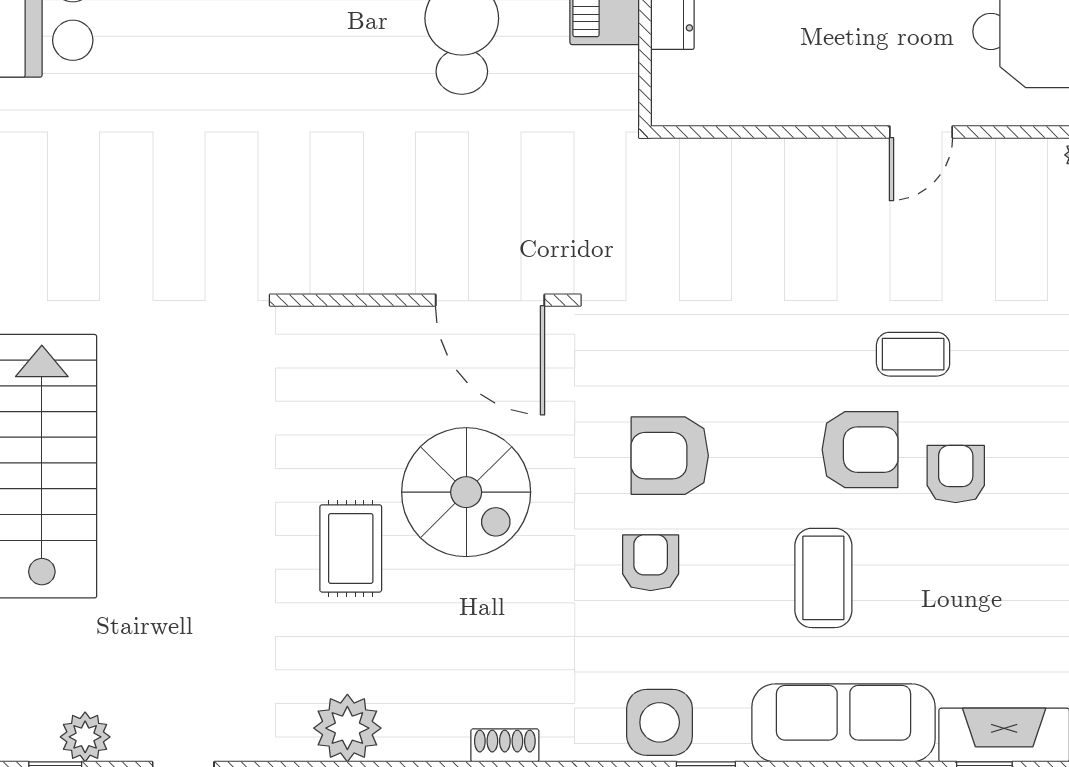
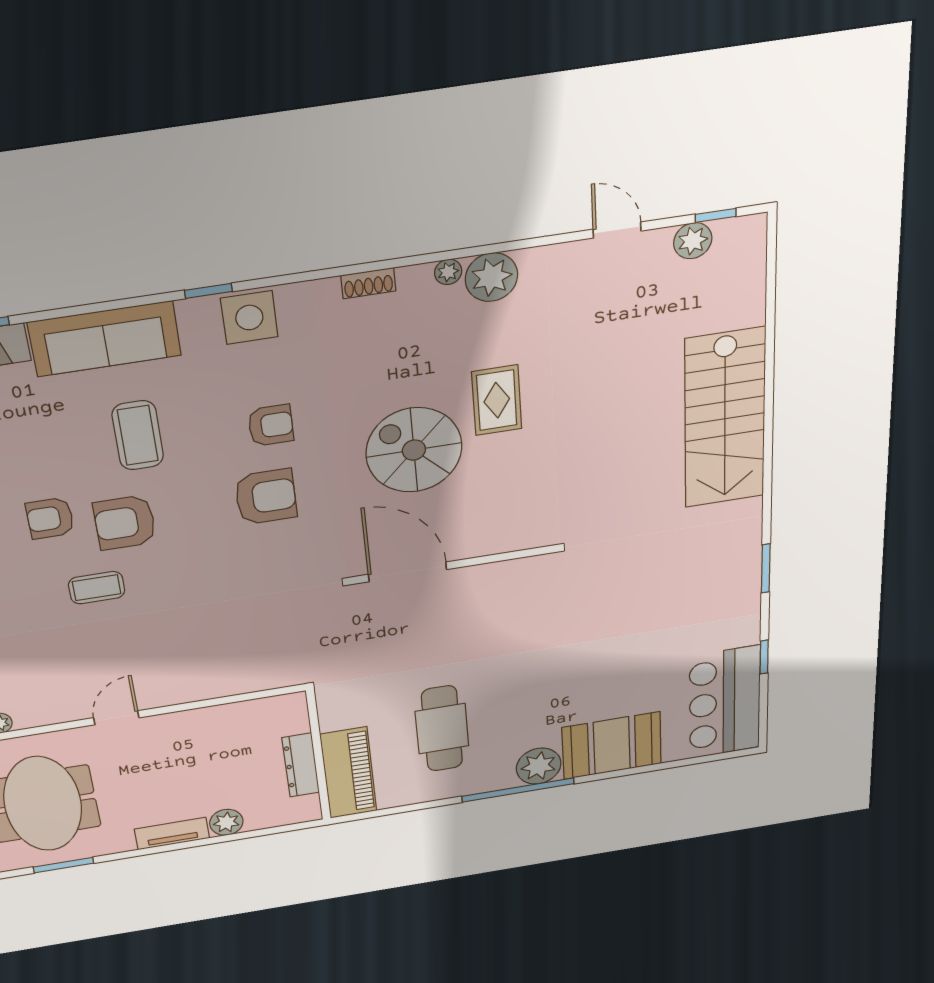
armchair: (956, 474) -> (50, 518), turned 90
armchair: (651, 563) -> (271, 425), turned -90
plant: (402, 744) -> (448, 272), added

